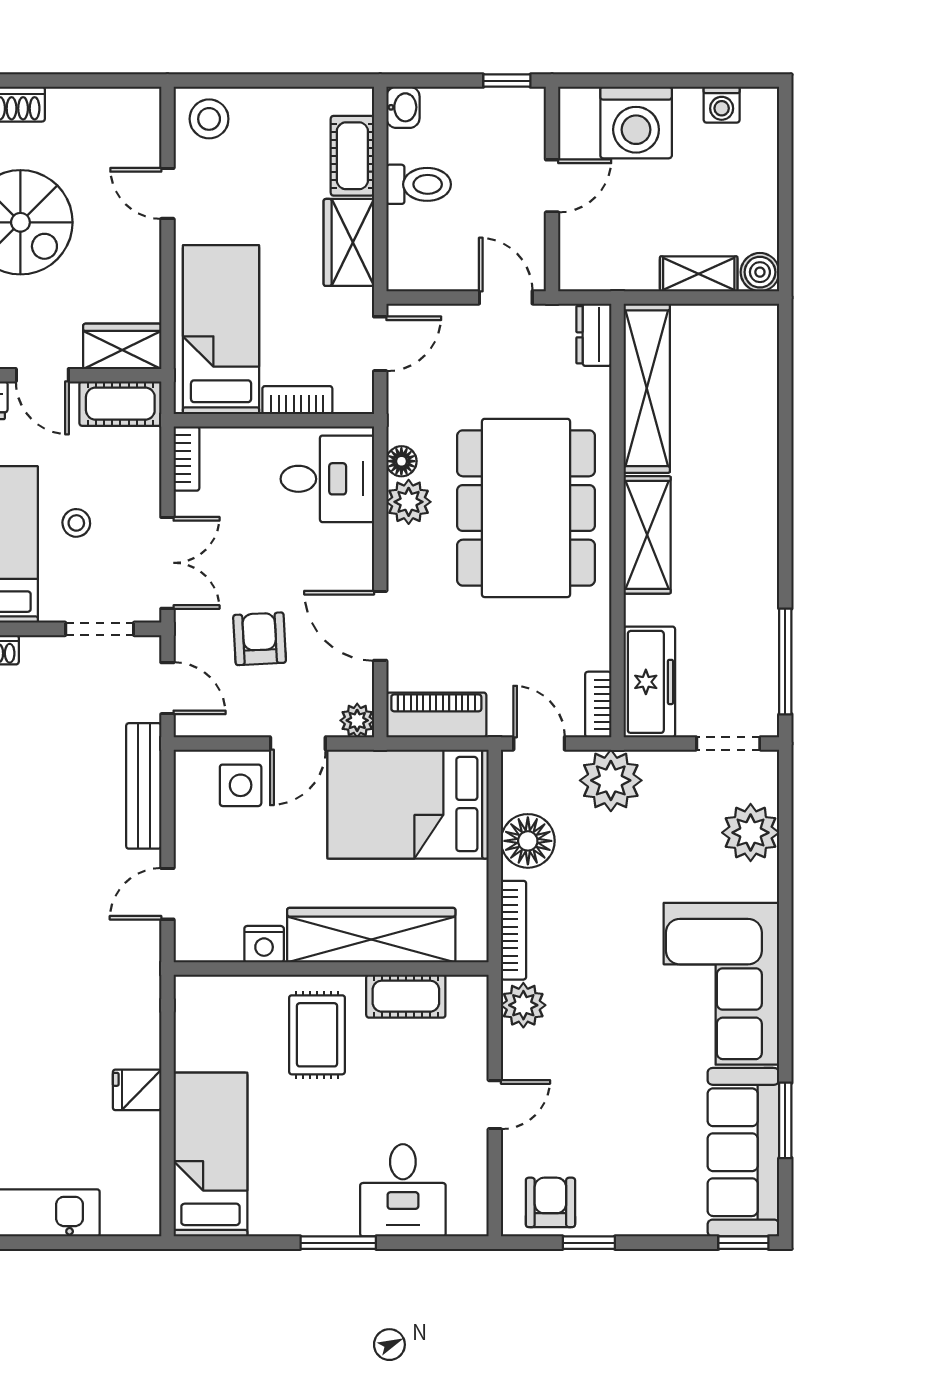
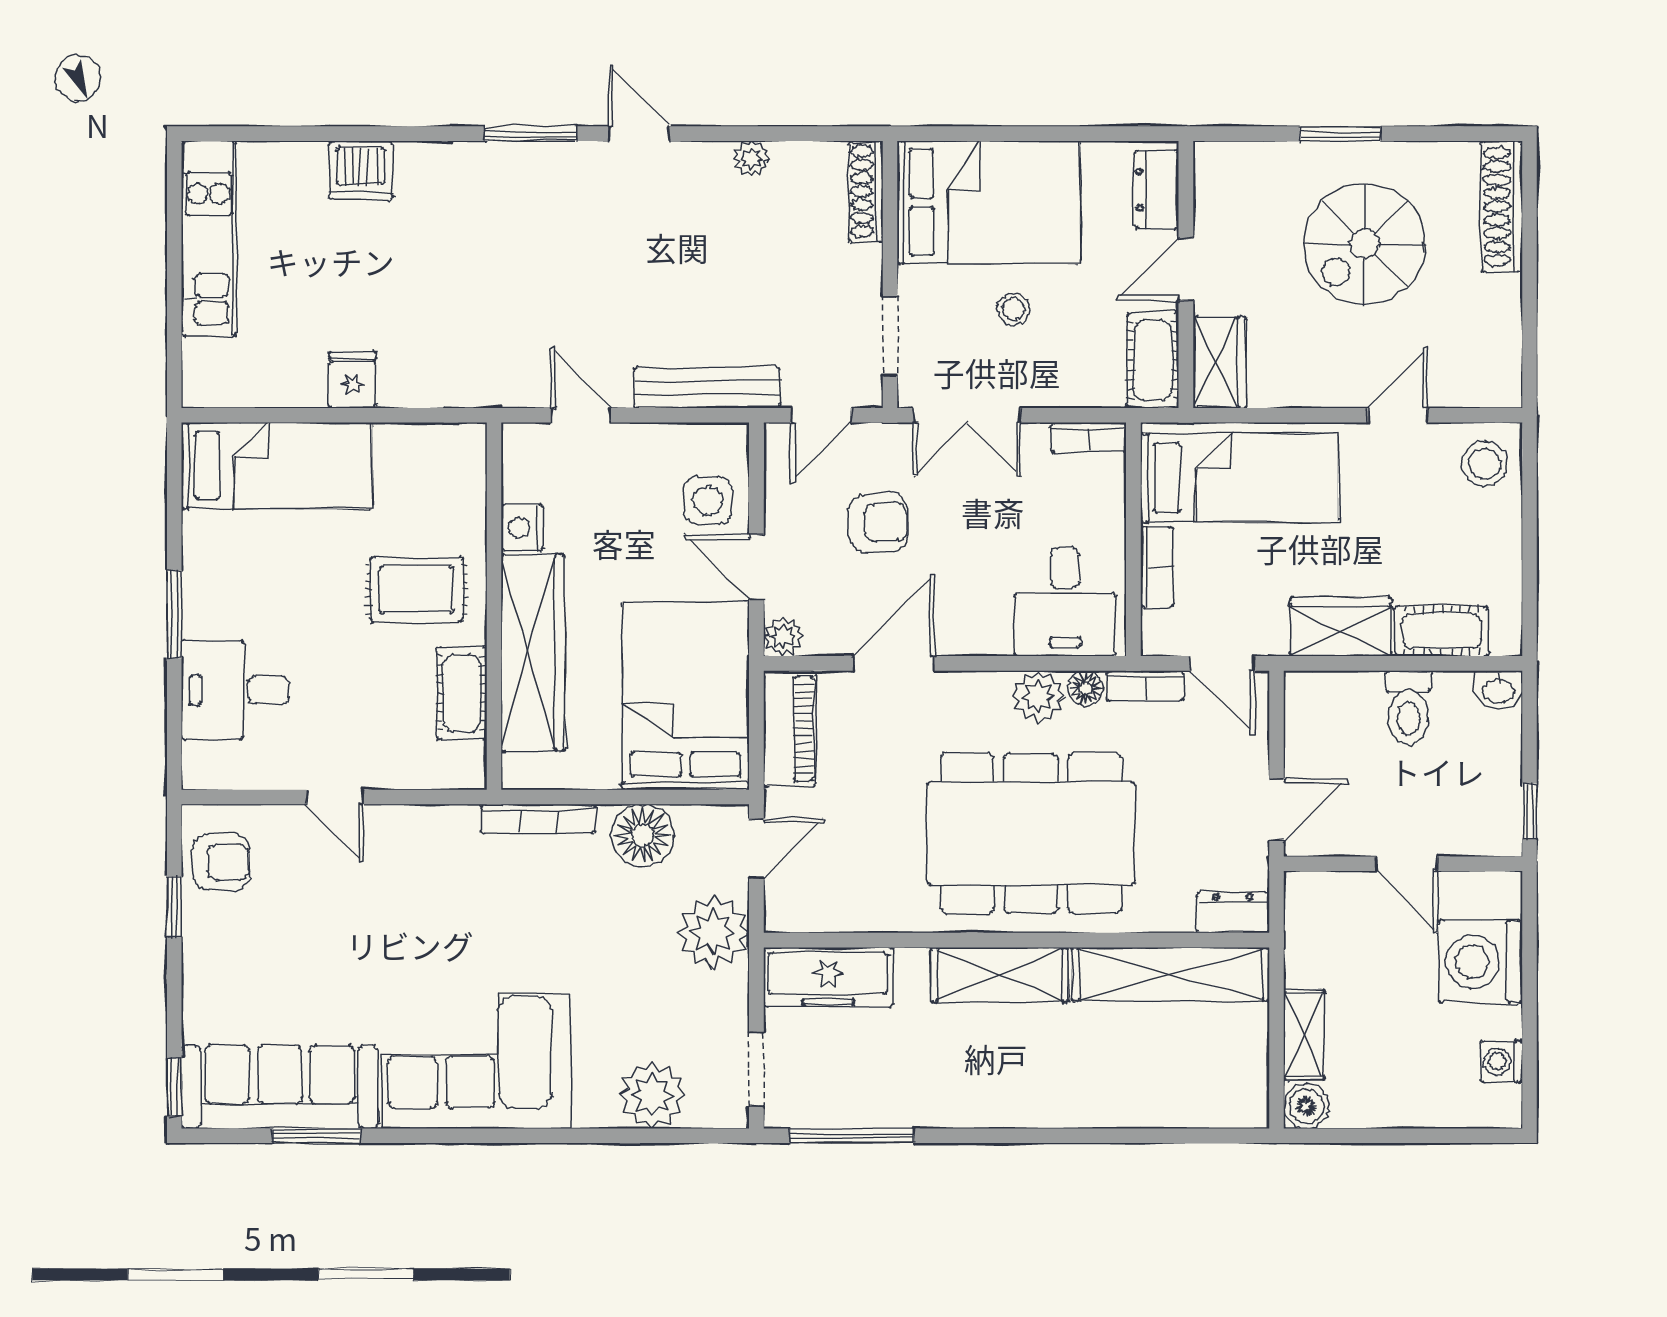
bookcase: (598, 705) -> (1145, 686), moved, turned 180
plant: (523, 1005) -> (451, 830), removed

